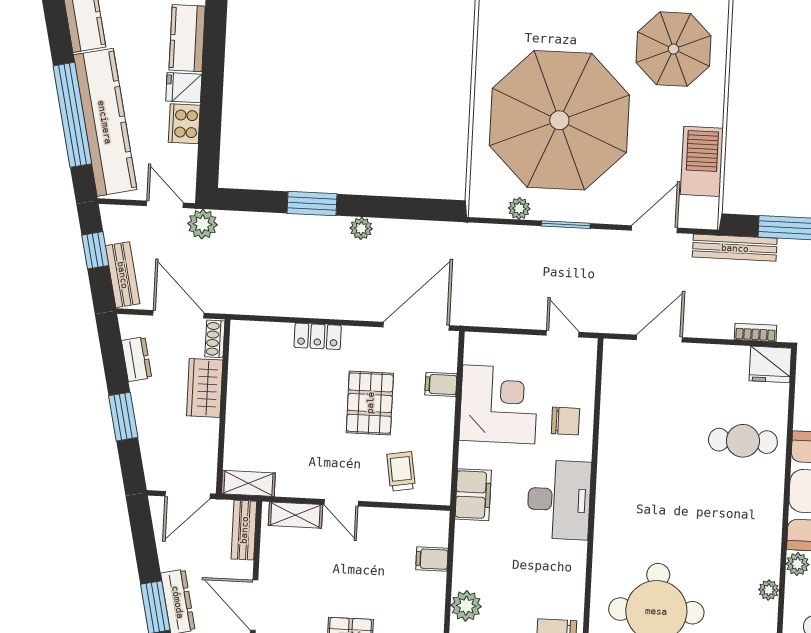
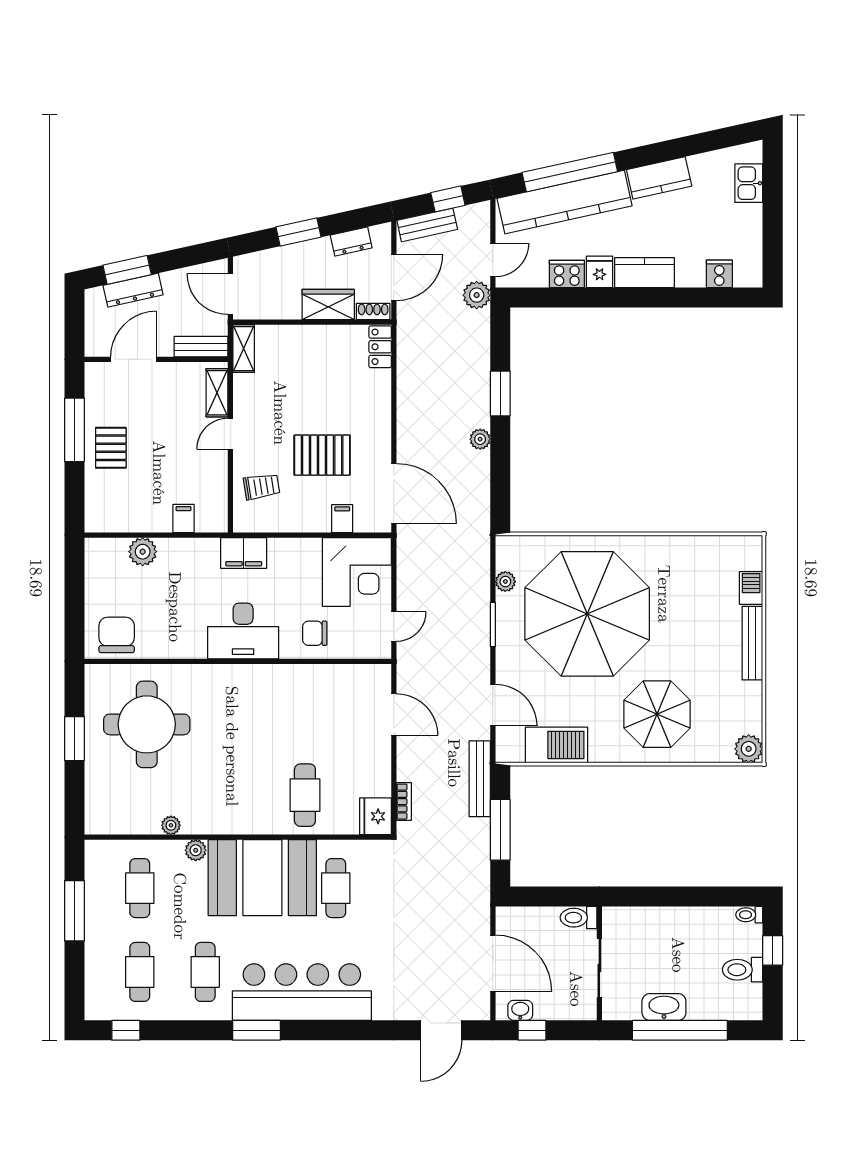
locker: (318, 336) -> (380, 347), moved
corner desk: (499, 404) -> (357, 572), moved
chair: (565, 421) -> (315, 633), turned 90

